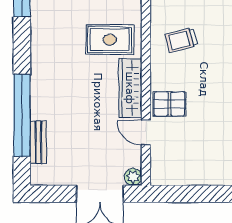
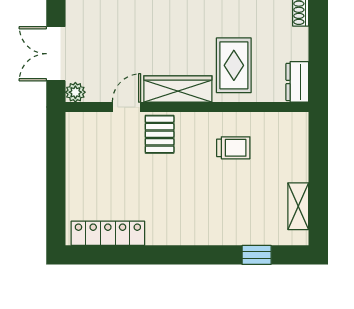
trolley: (181, 40) -> (233, 148), turned 104

